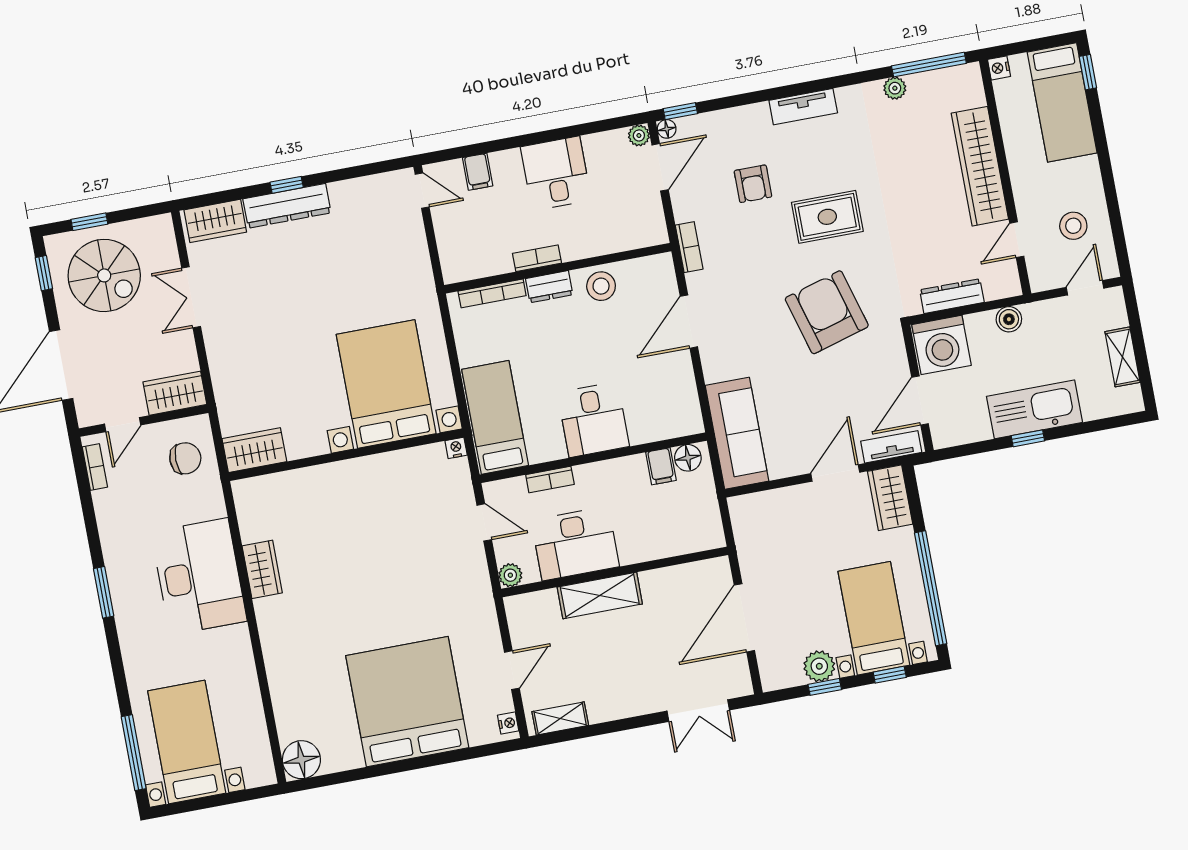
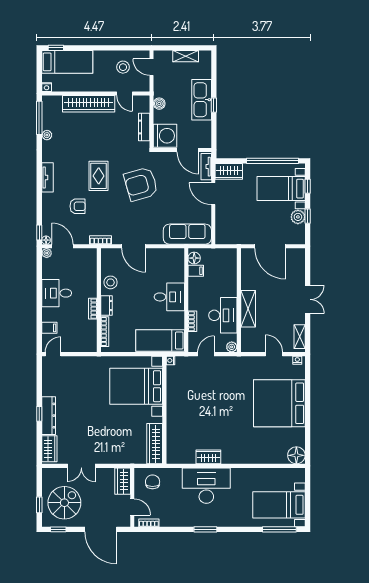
wardrobe: (254, 450) -> (155, 444), width x1.50
double door: (698, 711) -> (308, 299), moved

